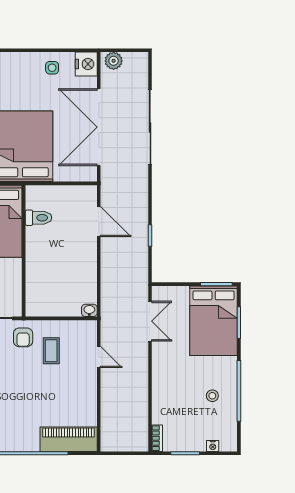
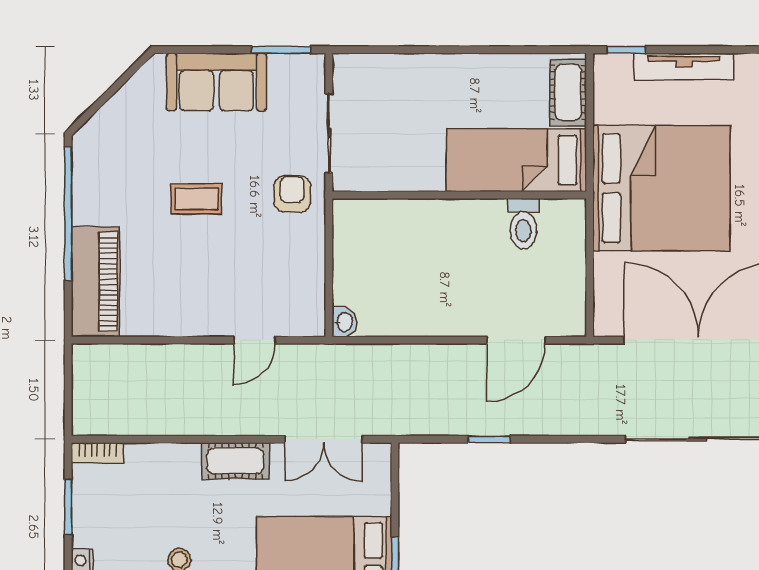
armchair: (23, 337) -> (292, 194), turned 90
coffee table: (51, 351) -> (196, 199), moved
cot: (161, 367) -> (235, 461), added

